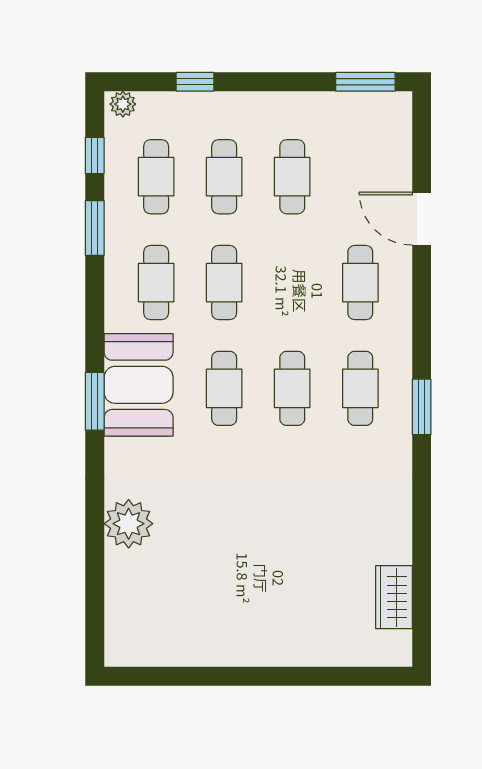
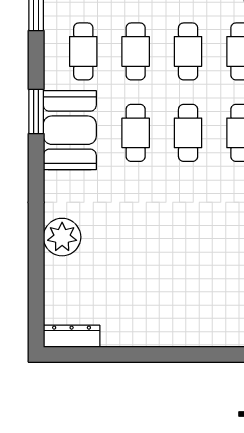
cafe table: (292, 283) -> (188, 51), added
window: (95, 401) -> (36, 112), moved
dresser: (141, 653) -> (72, 336), added

